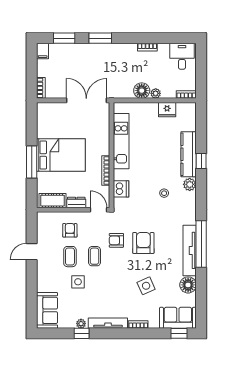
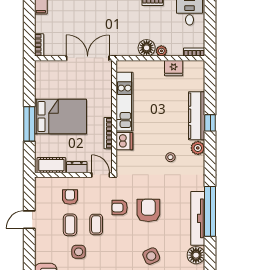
dishwasher: (121, 189) -> (124, 141), moved

